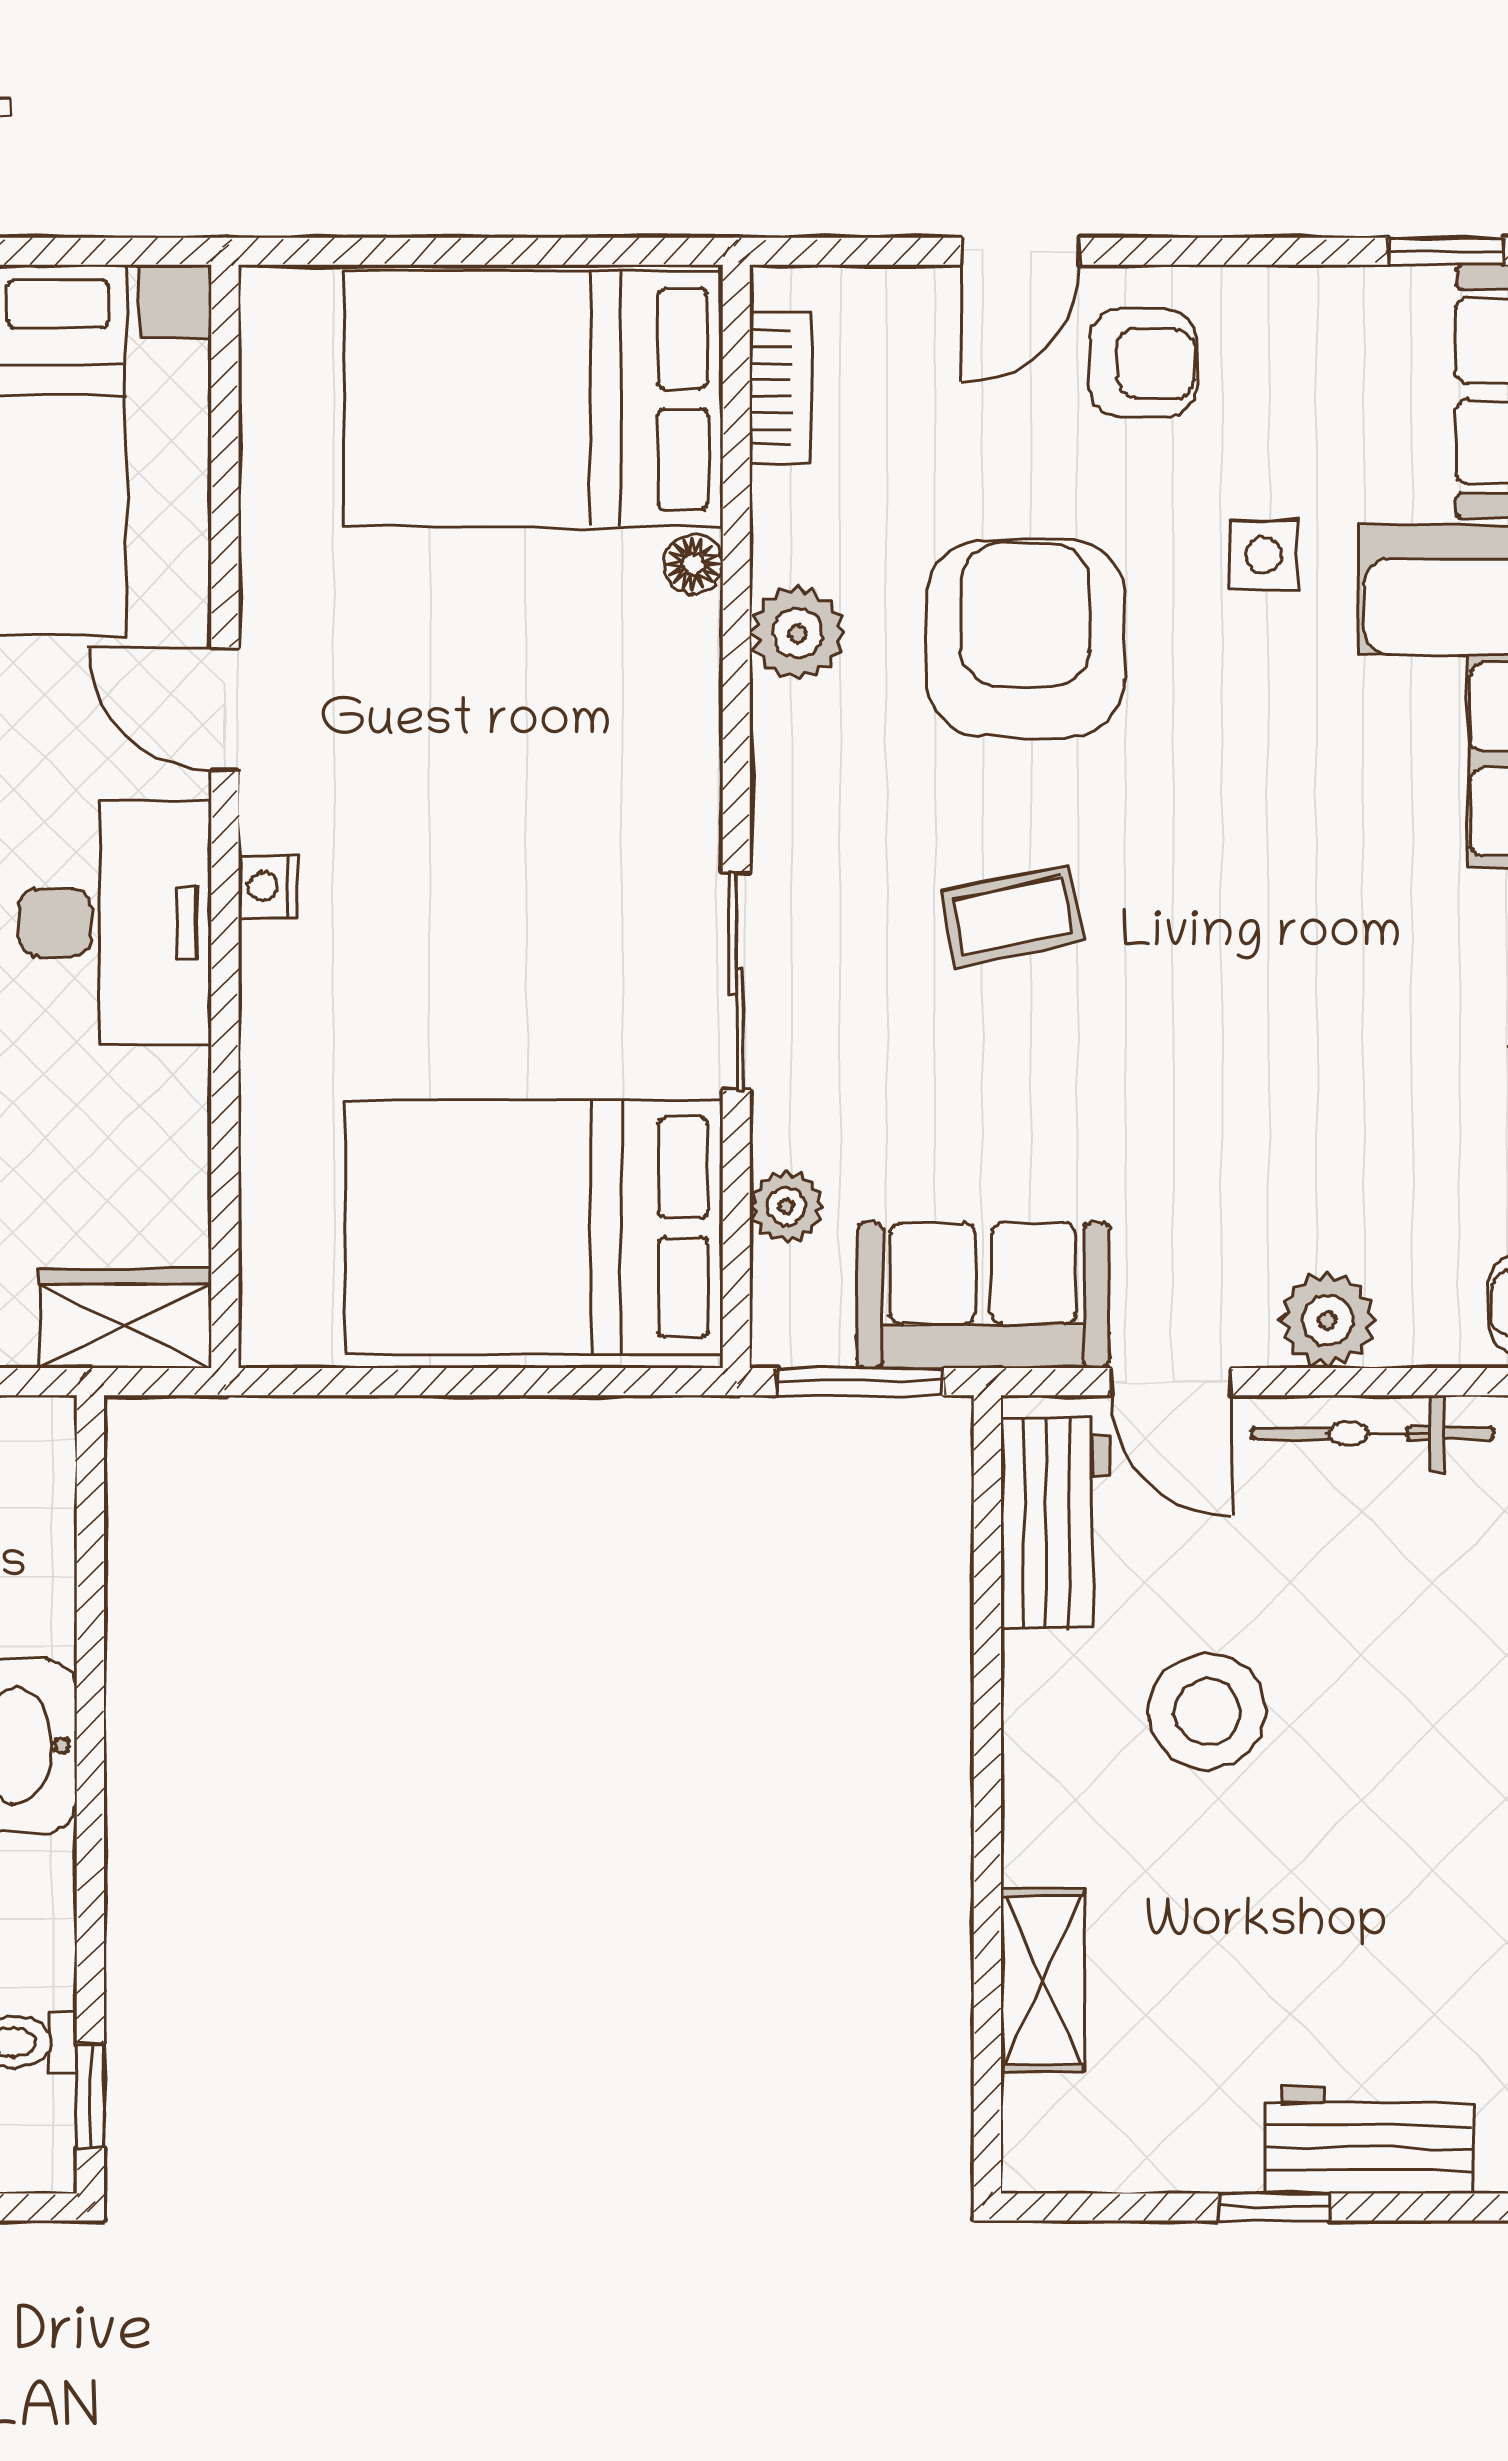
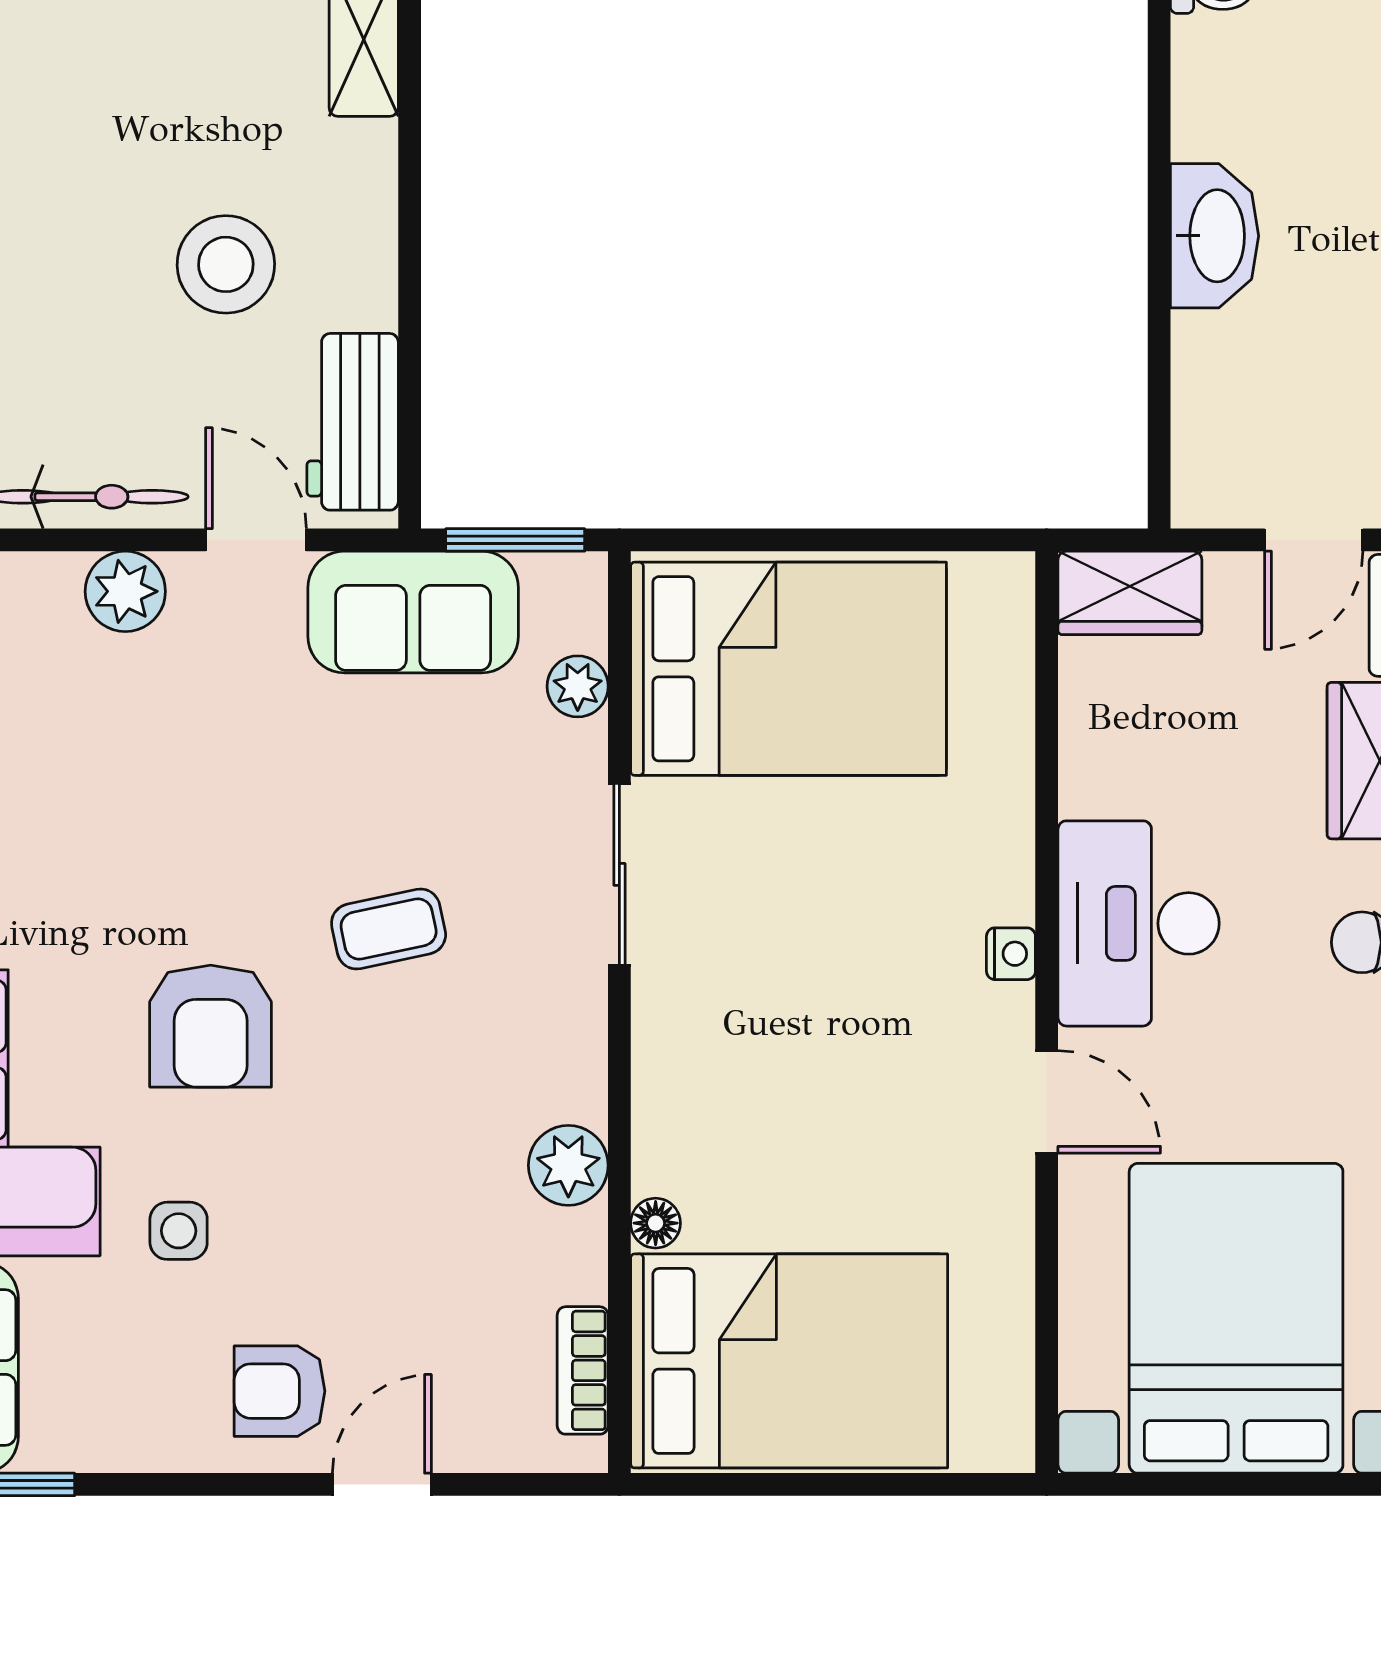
armchair: (1025, 638) -> (211, 1026), moved, width x0.73, depth x0.73

